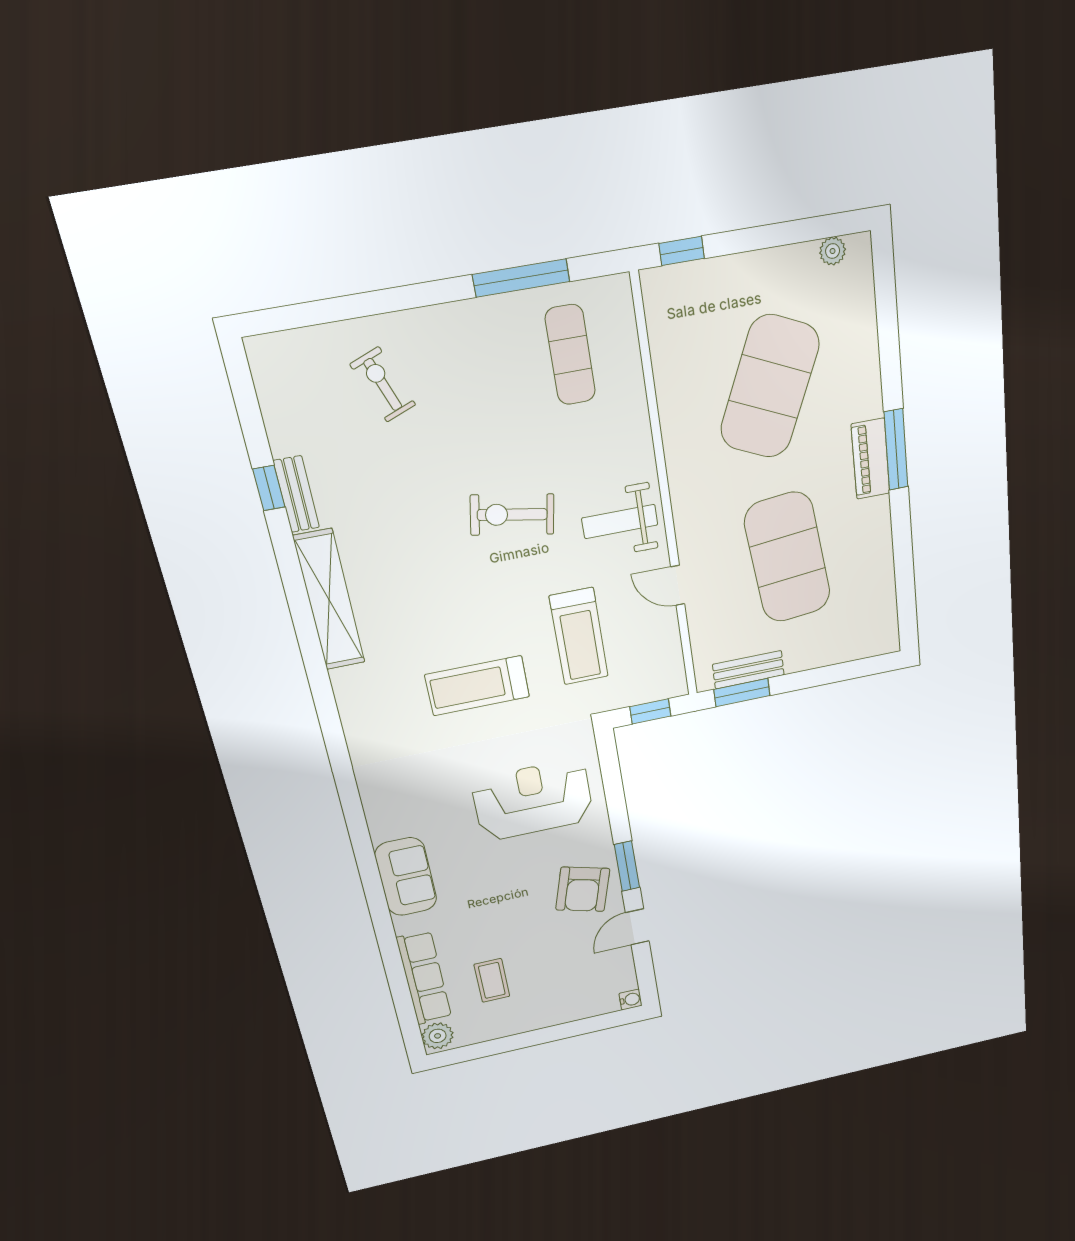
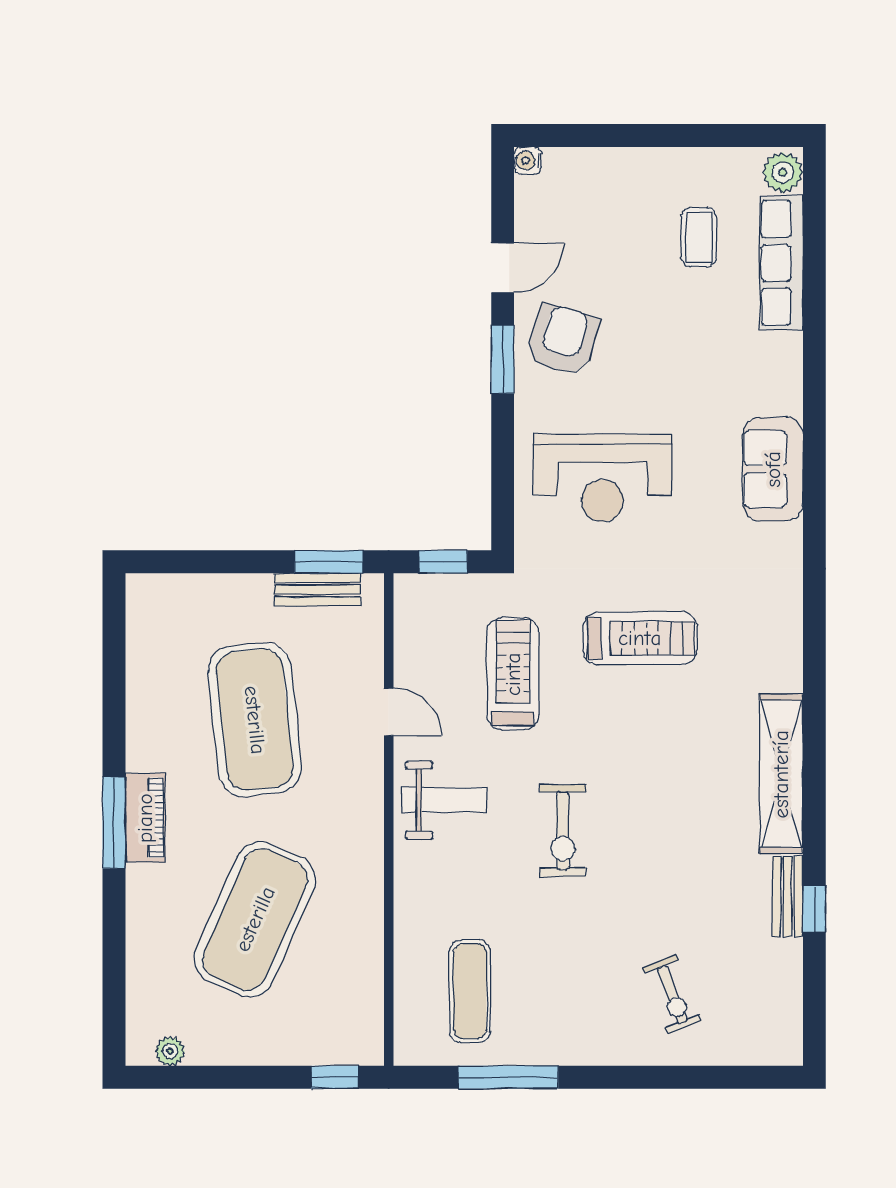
exercise bike: (512, 515) -> (563, 831), turned 80
sofa: (406, 877) -> (773, 469), moved

